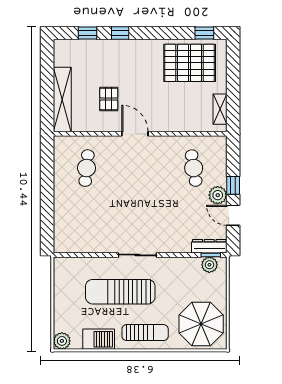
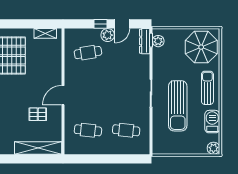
cafe table: (87, 221) -> (126, 130), added

